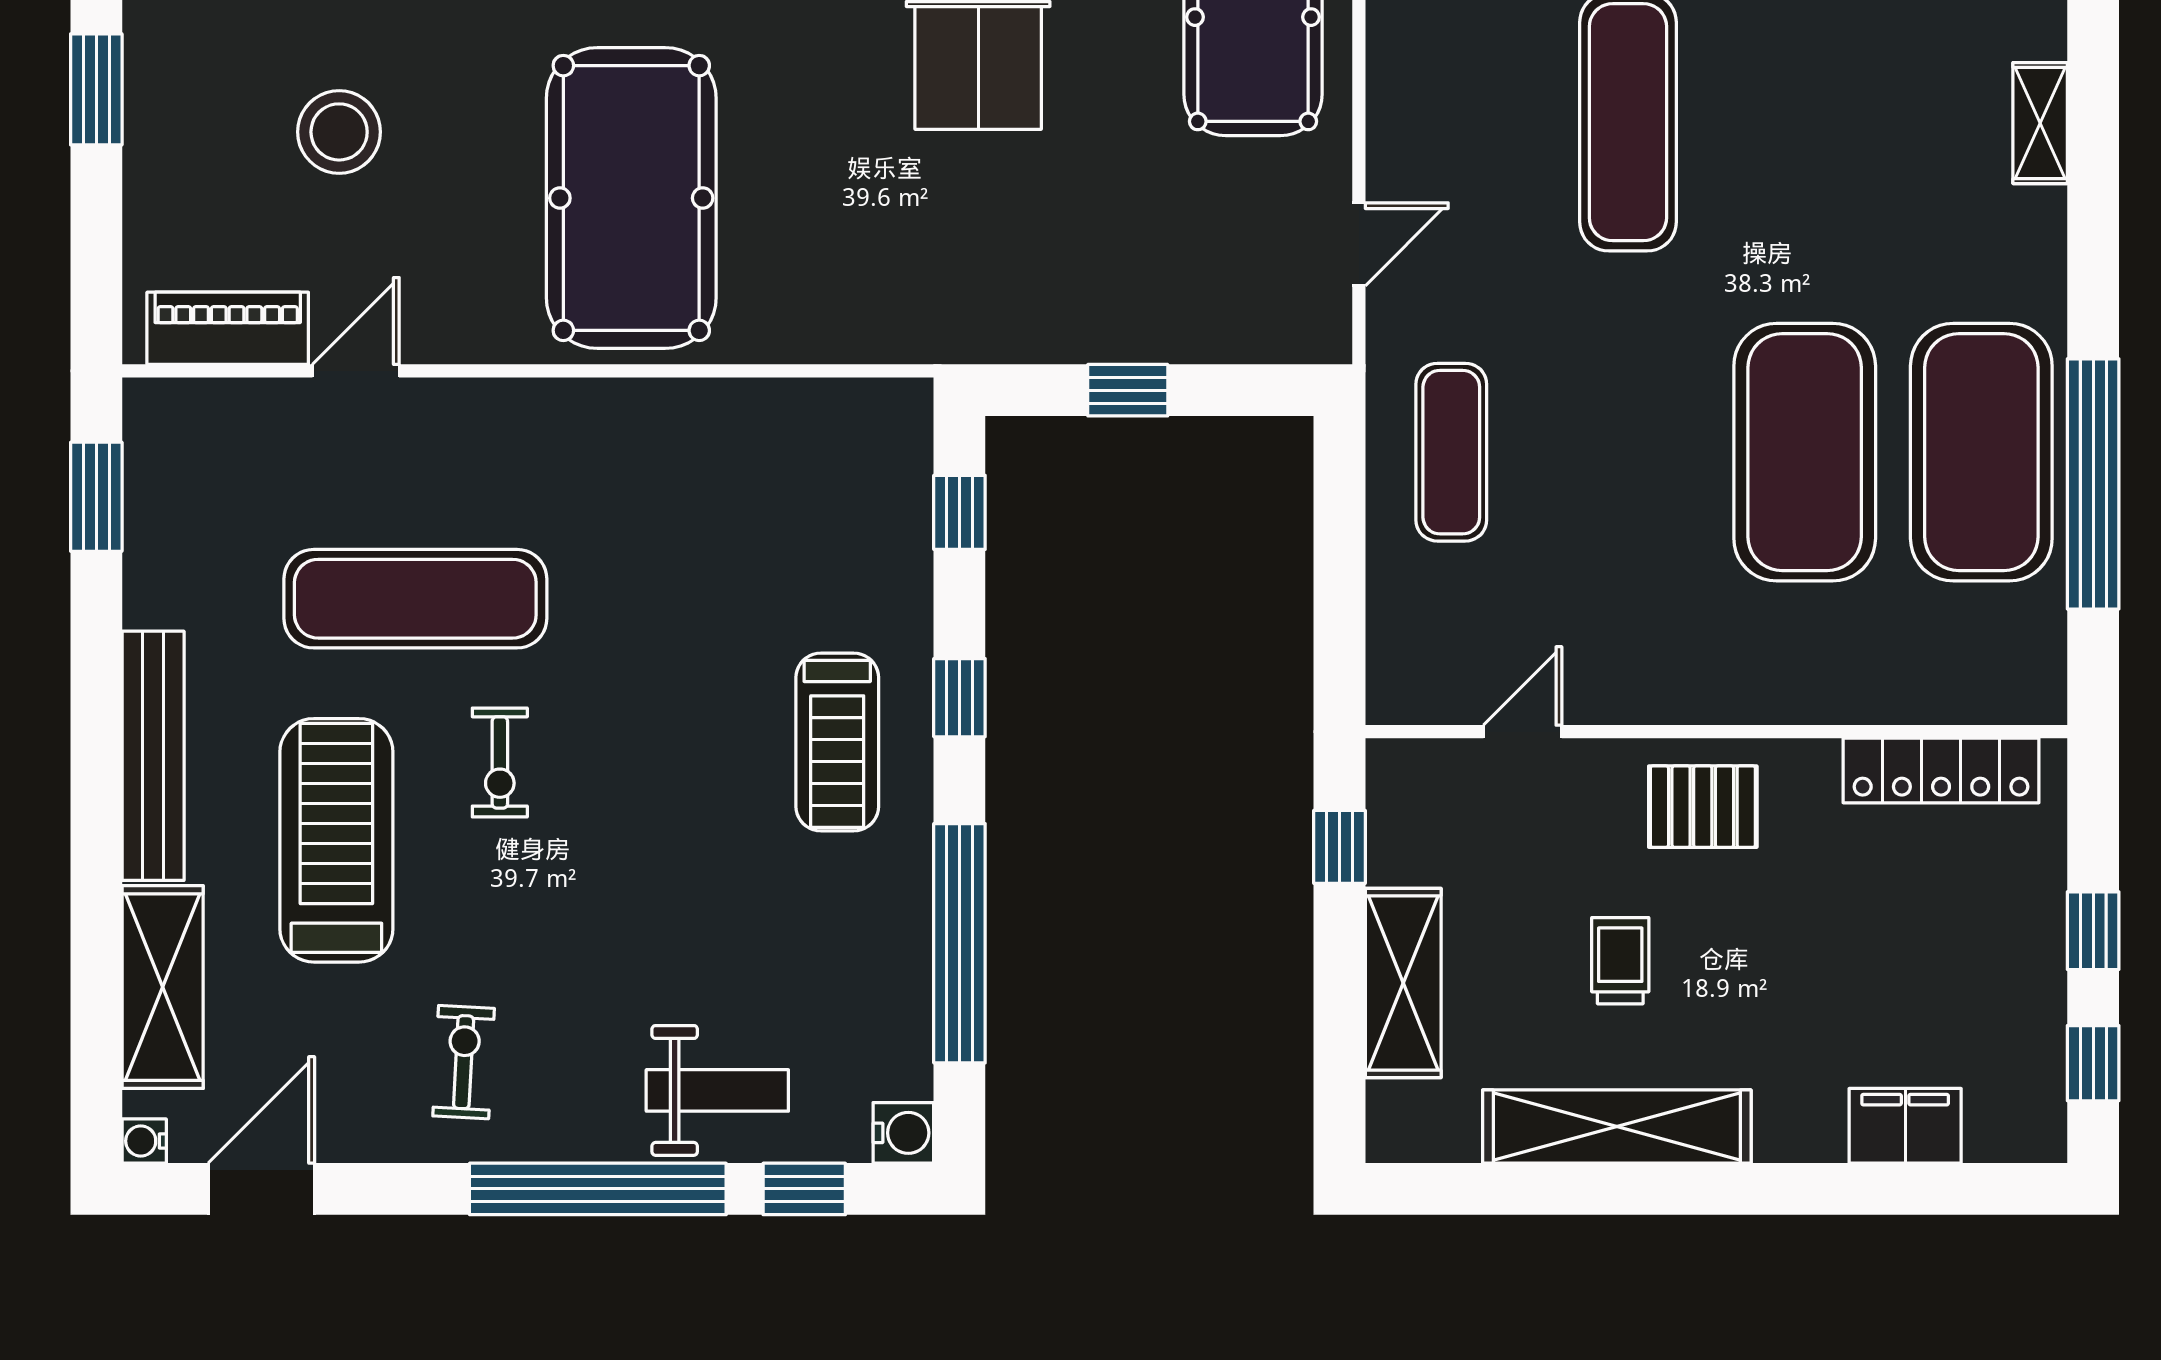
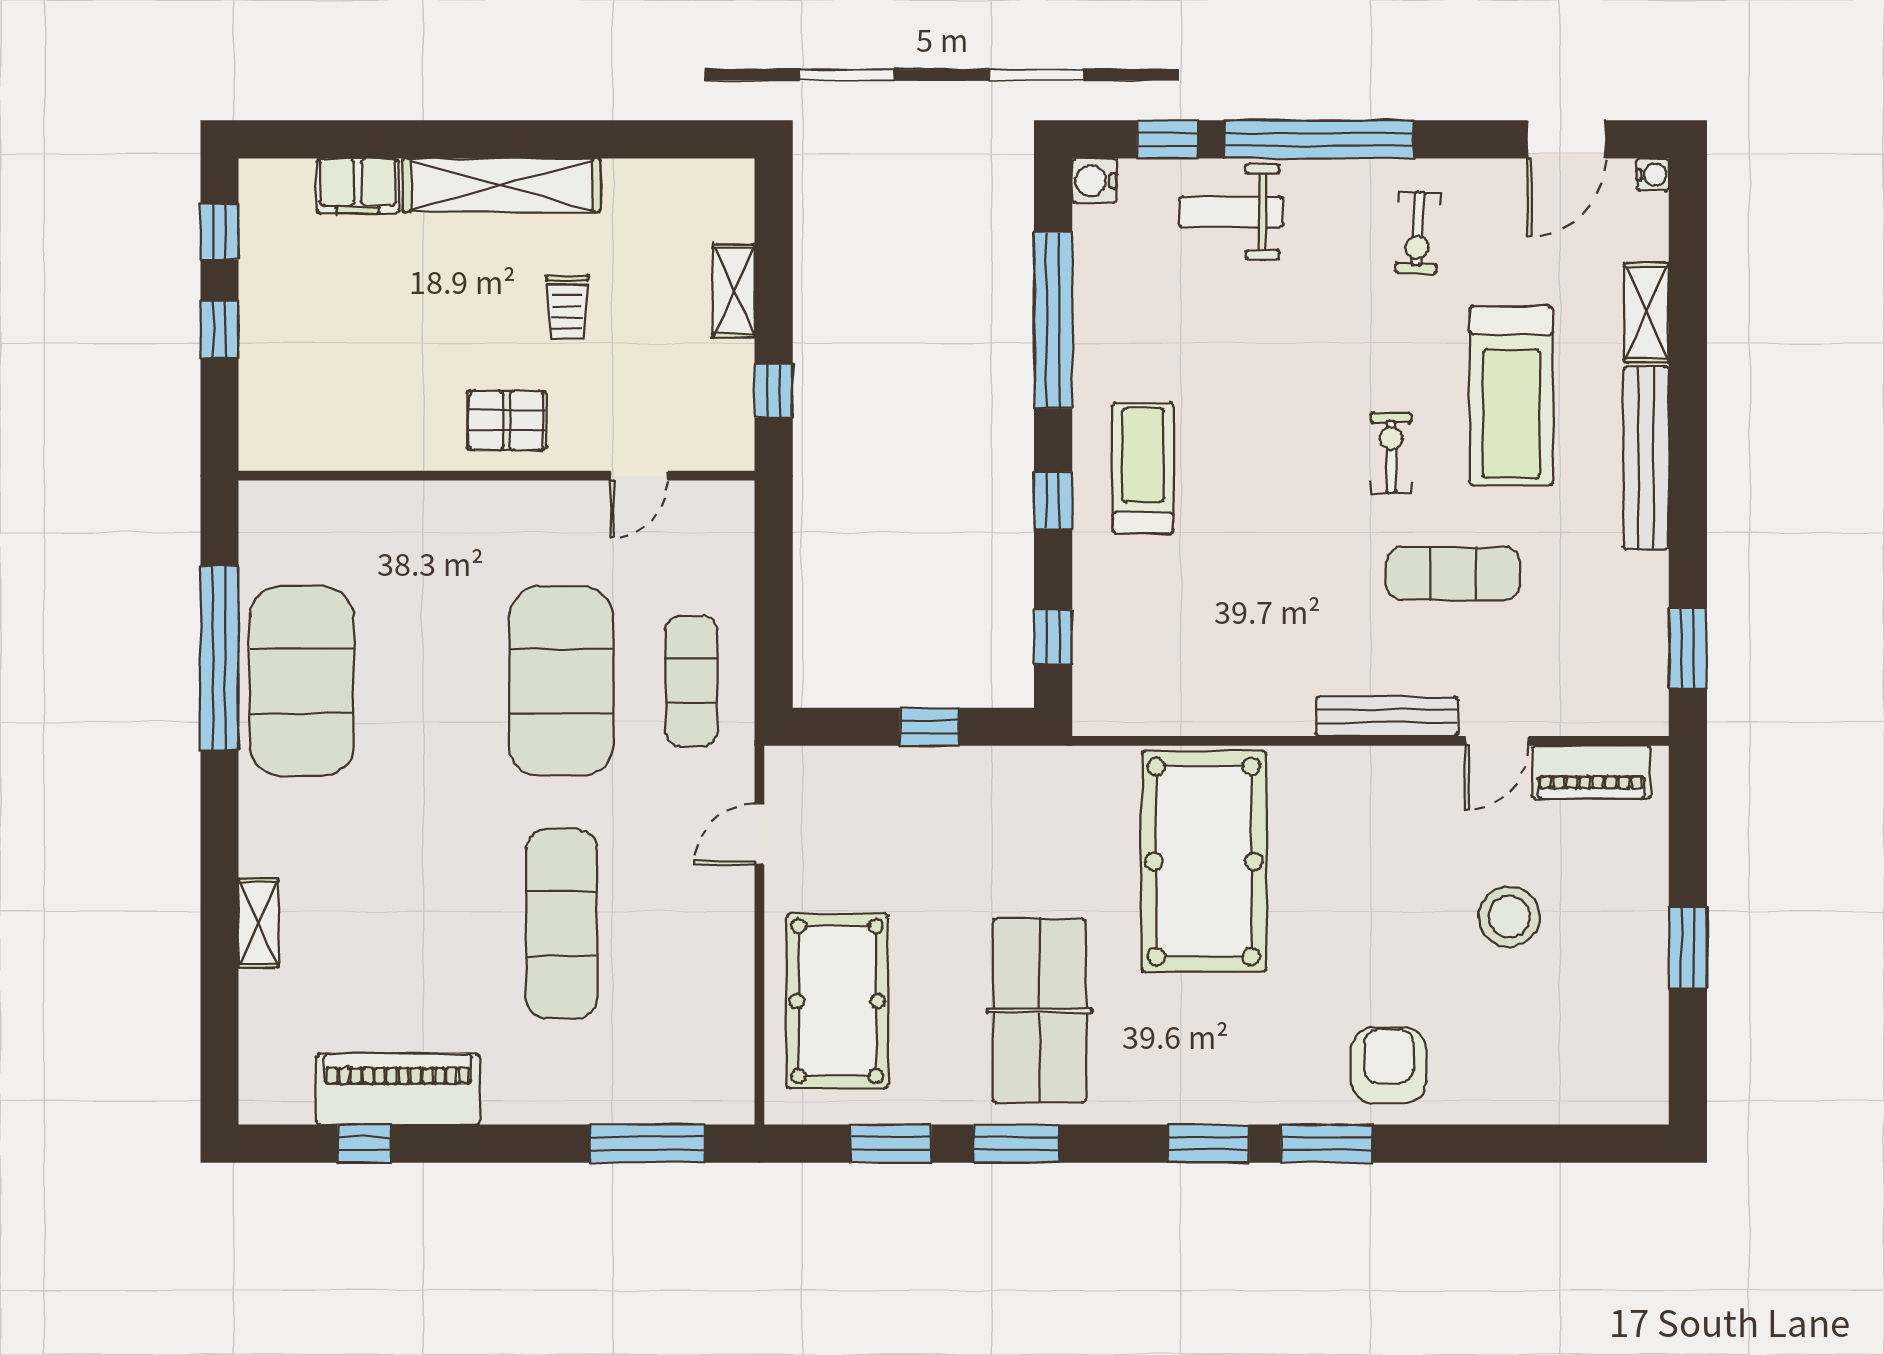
pool table: (631, 198) -> (1204, 862), moved
bench: (505, 404) -> (1387, 716), added
exercise mat: (1805, 452) -> (562, 681), moved
exercise mat: (415, 599) -> (1453, 573), width x0.73, depth x0.69
locker: (1941, 770) -> (331, 447), removed
shelving: (1403, 983) -> (734, 291), width x0.67, depth x0.75
shelving: (163, 987) -> (1647, 313), width x0.67, depth x0.75
shelving: (1617, 1127) -> (501, 185), moved

